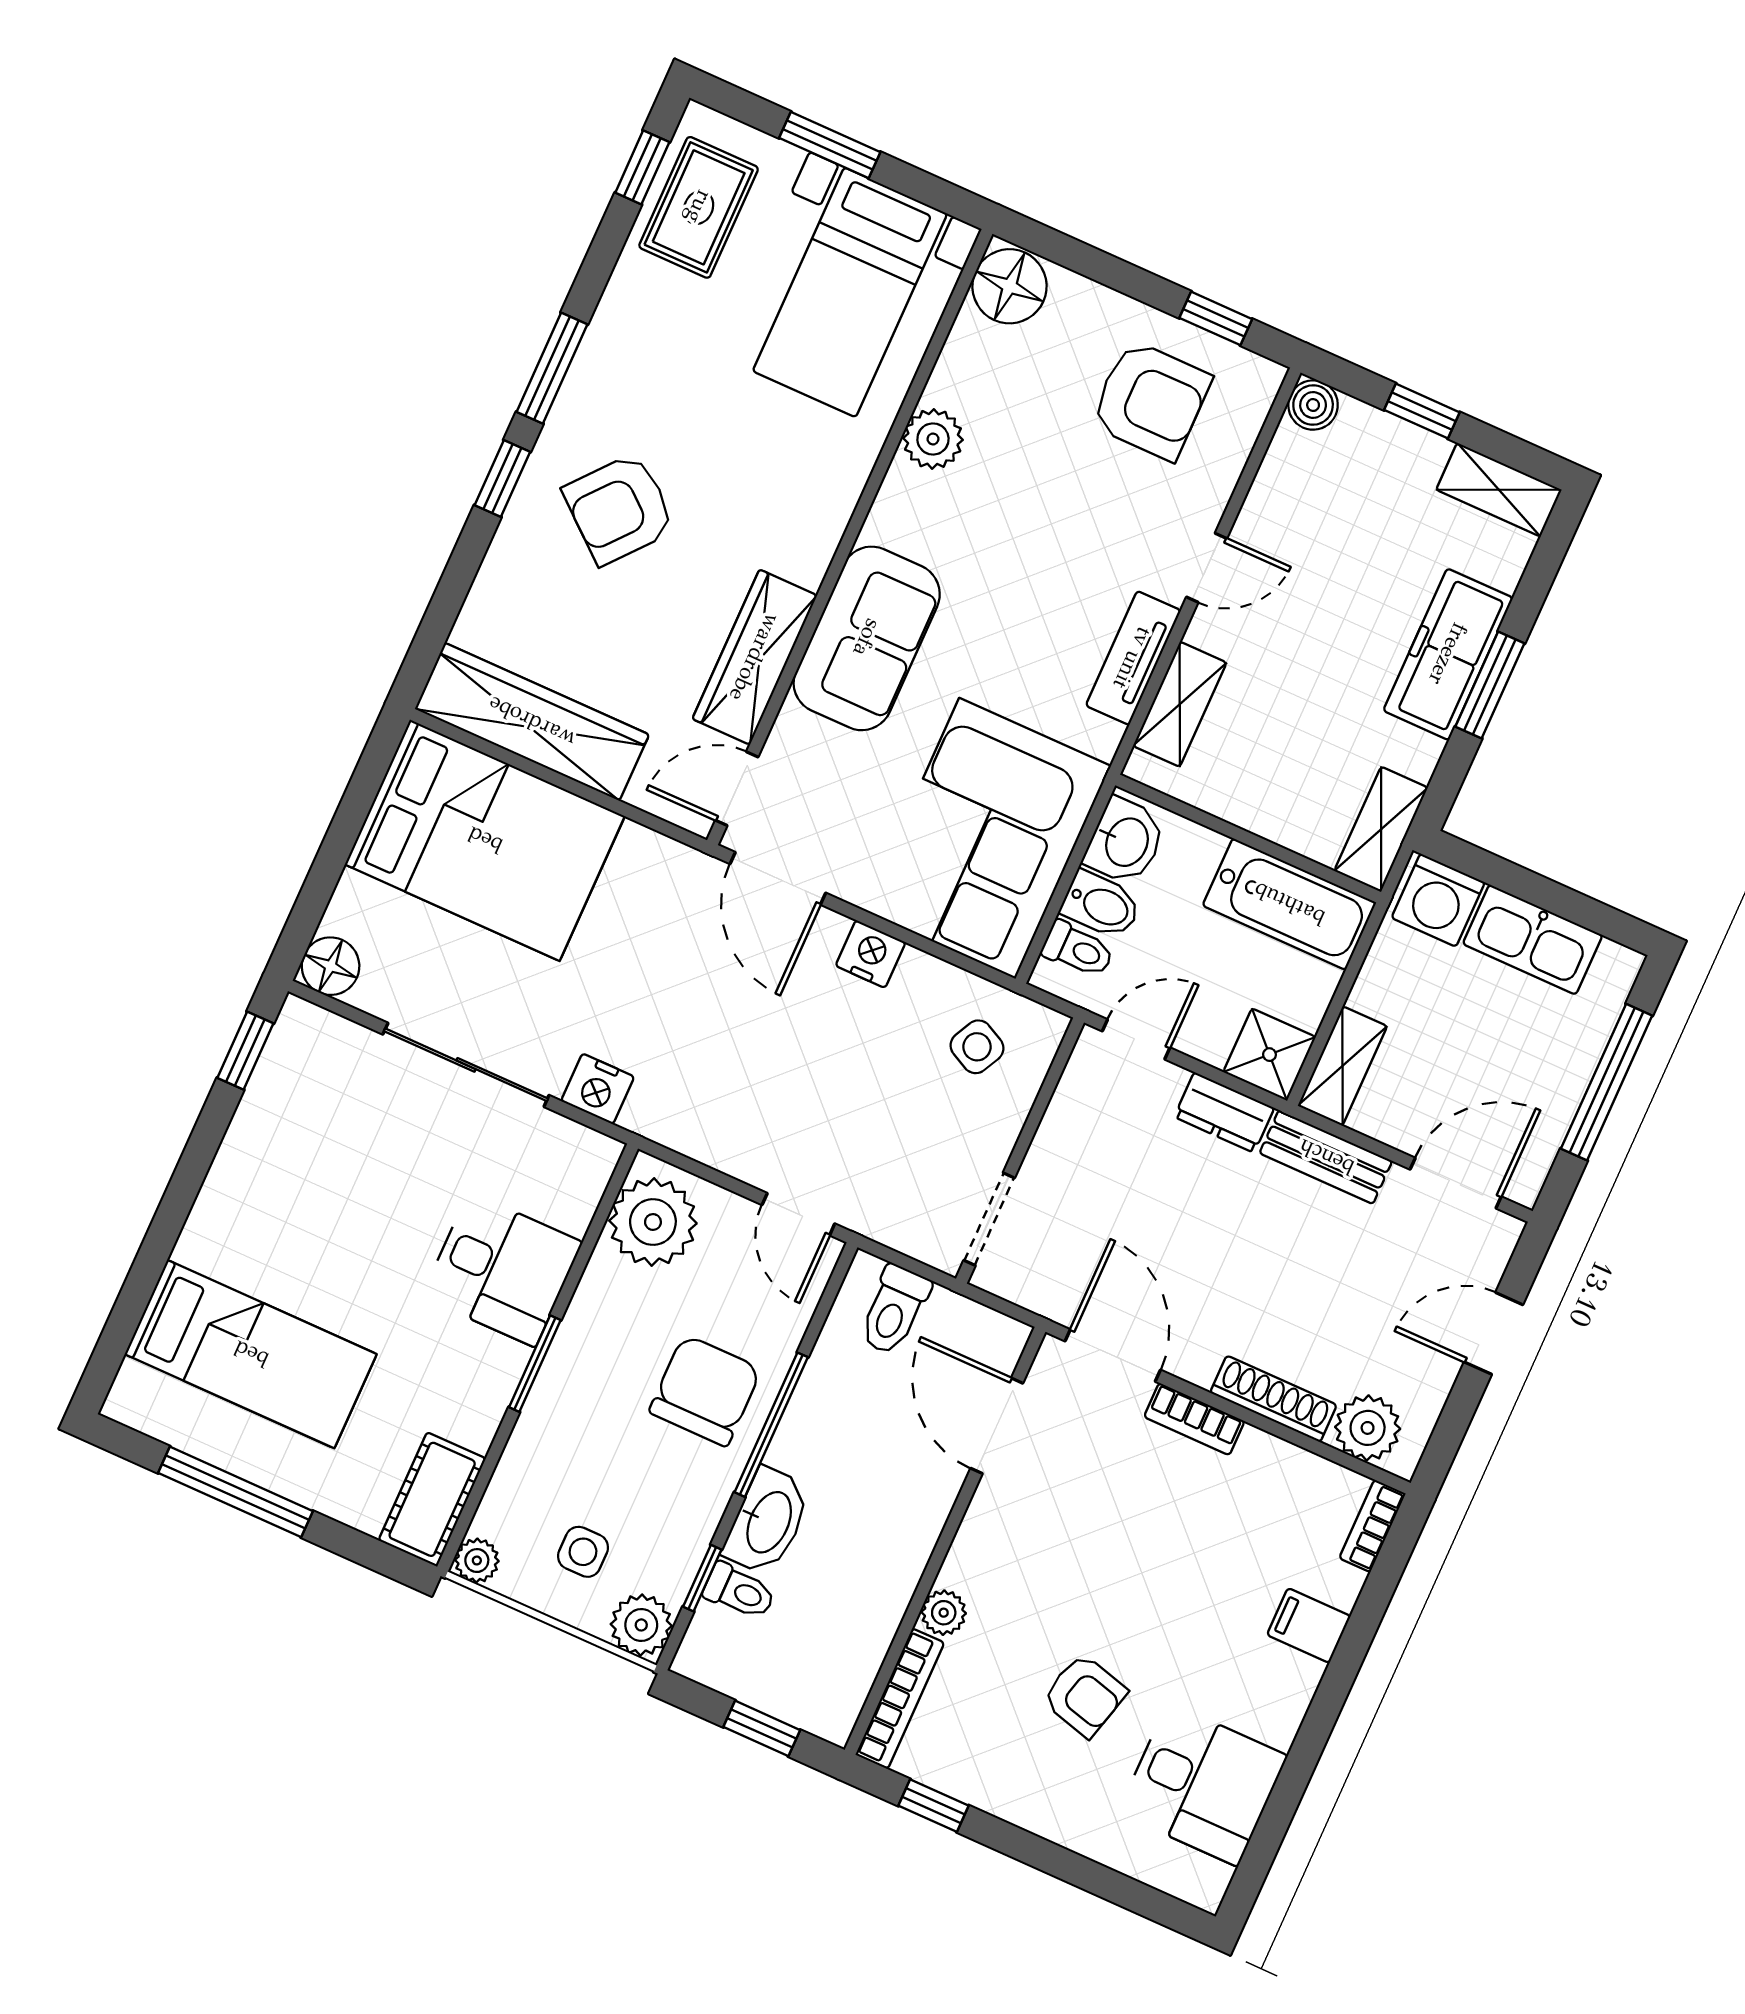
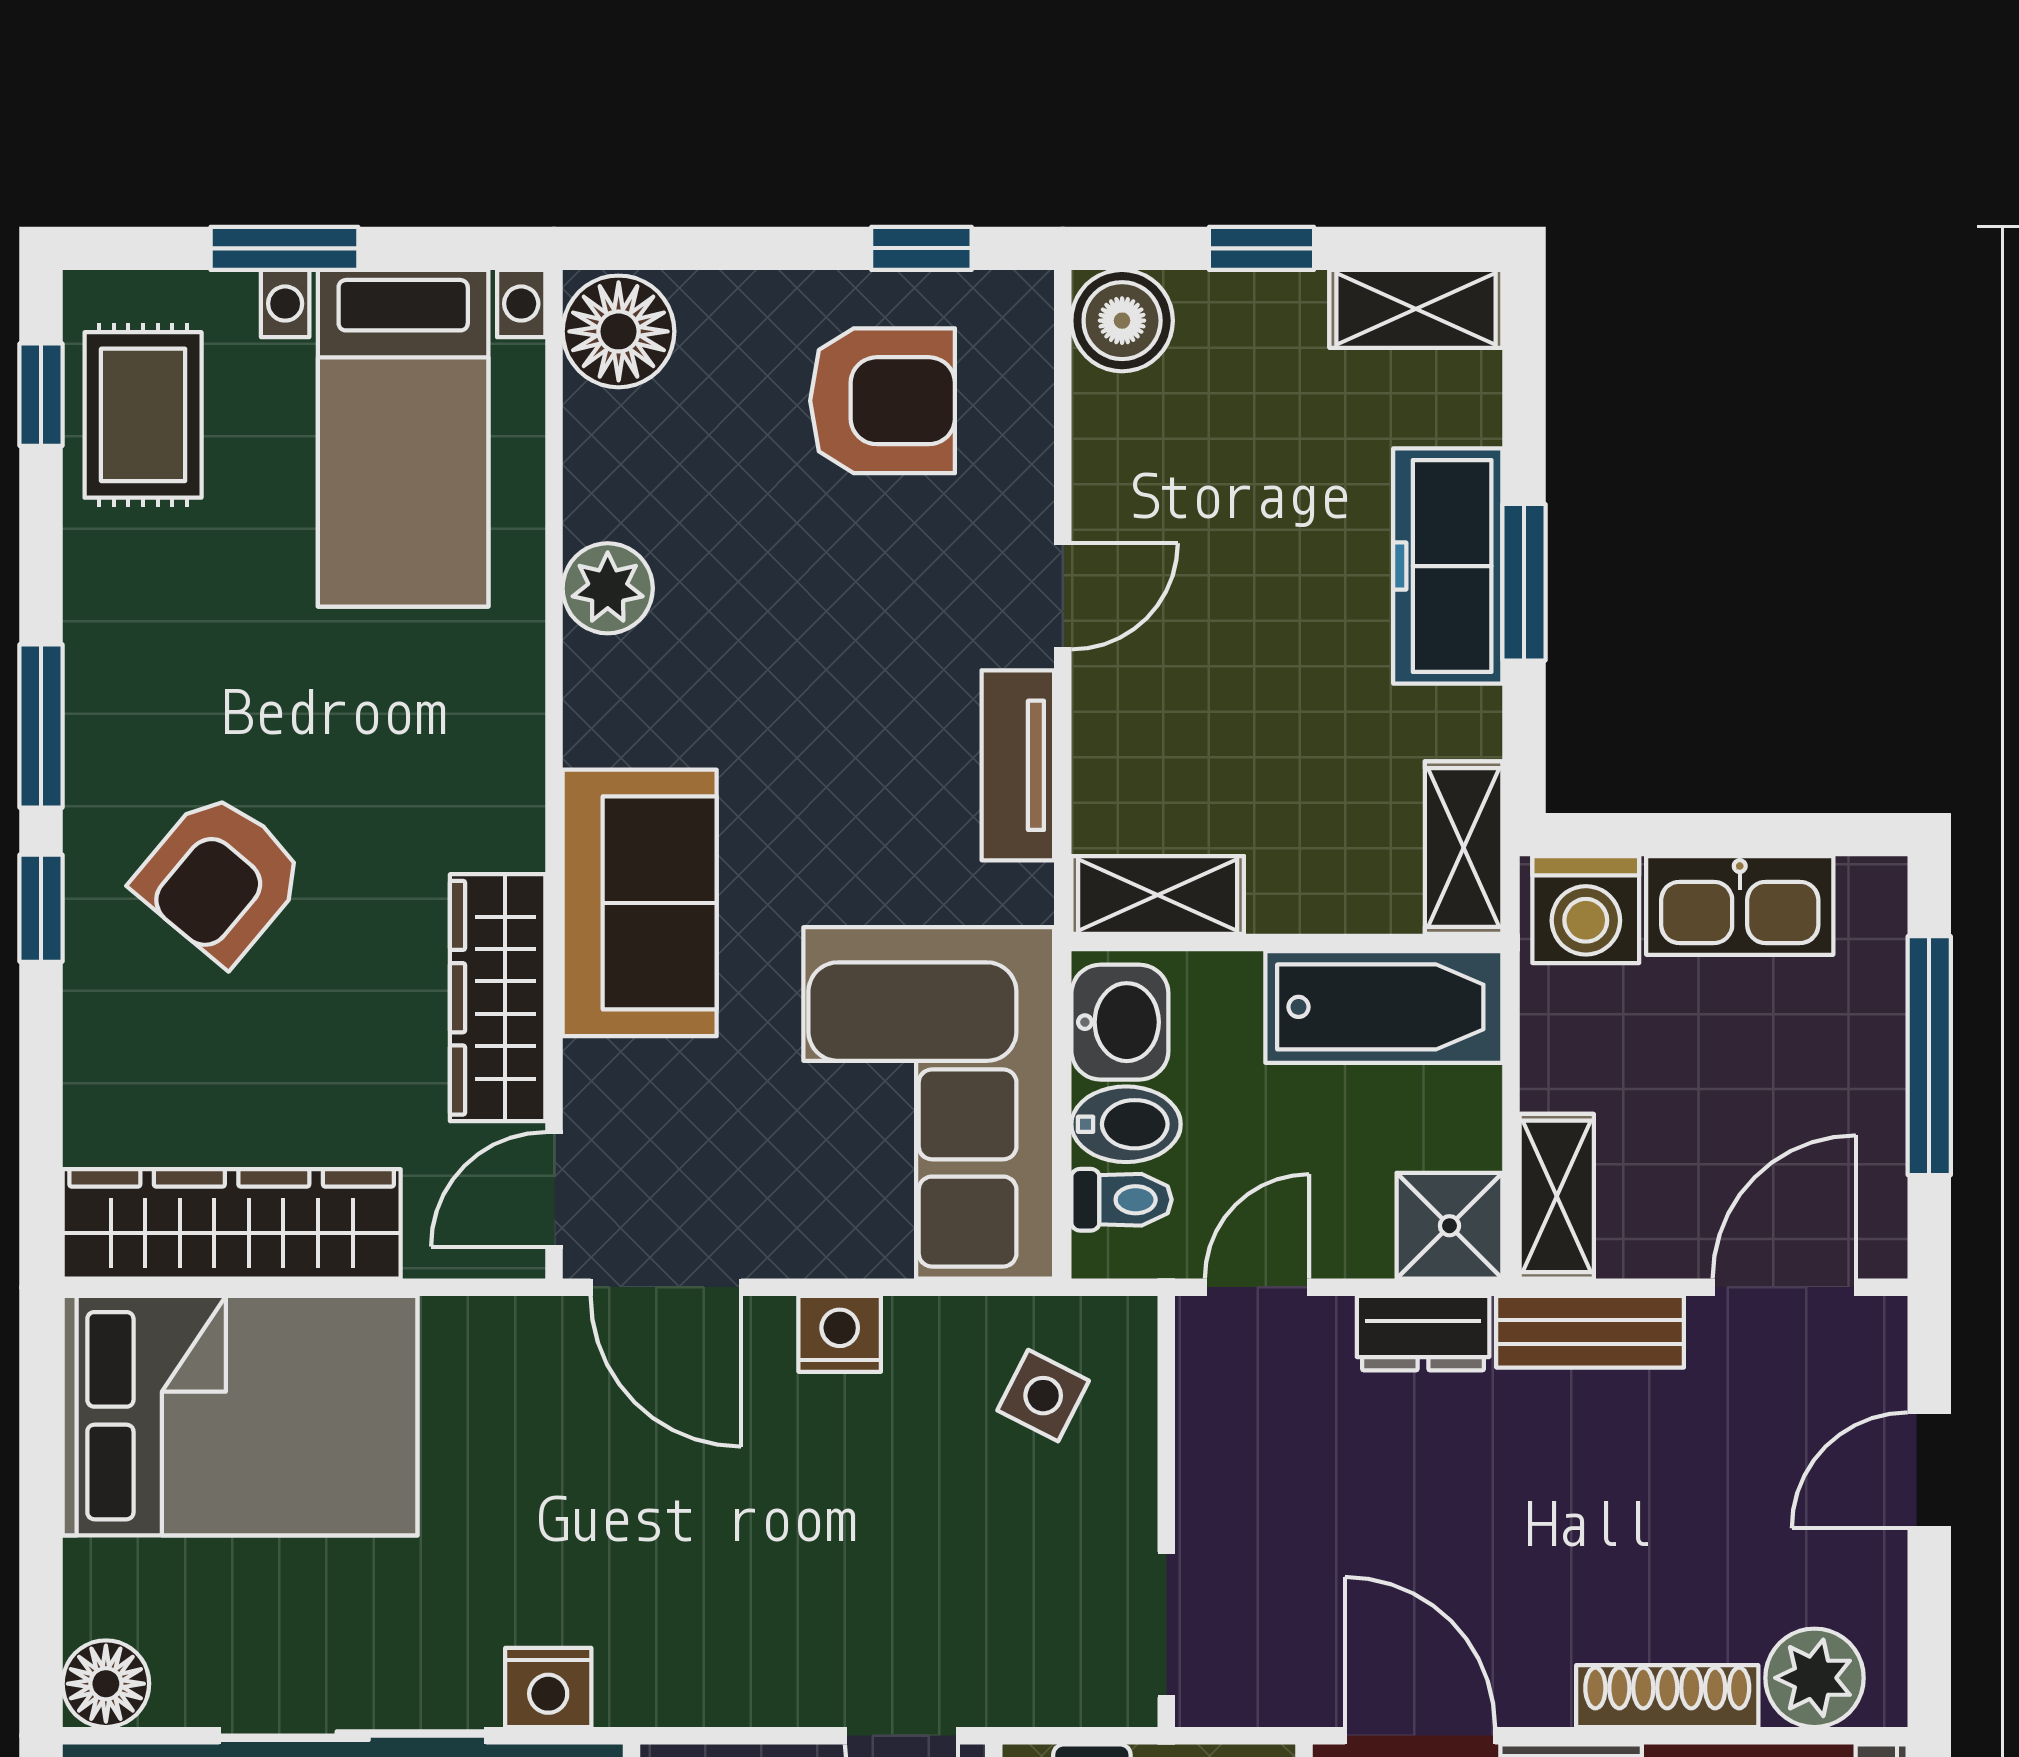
boiler: (1313, 405) -> (1122, 321), width x1.36, depth x1.36
shelving: (1180, 704) -> (1158, 895), moved, turned 90

